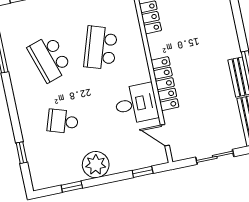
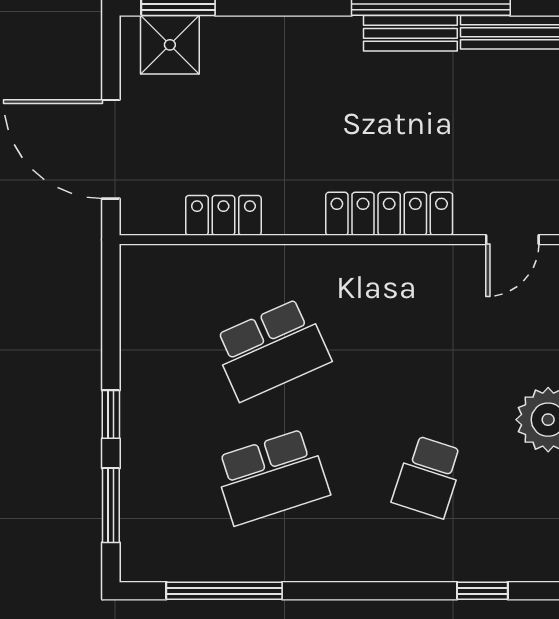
school desk: (101, 48) -> (271, 349), turned -42
desk: (136, 104) -> (423, 293), removed

